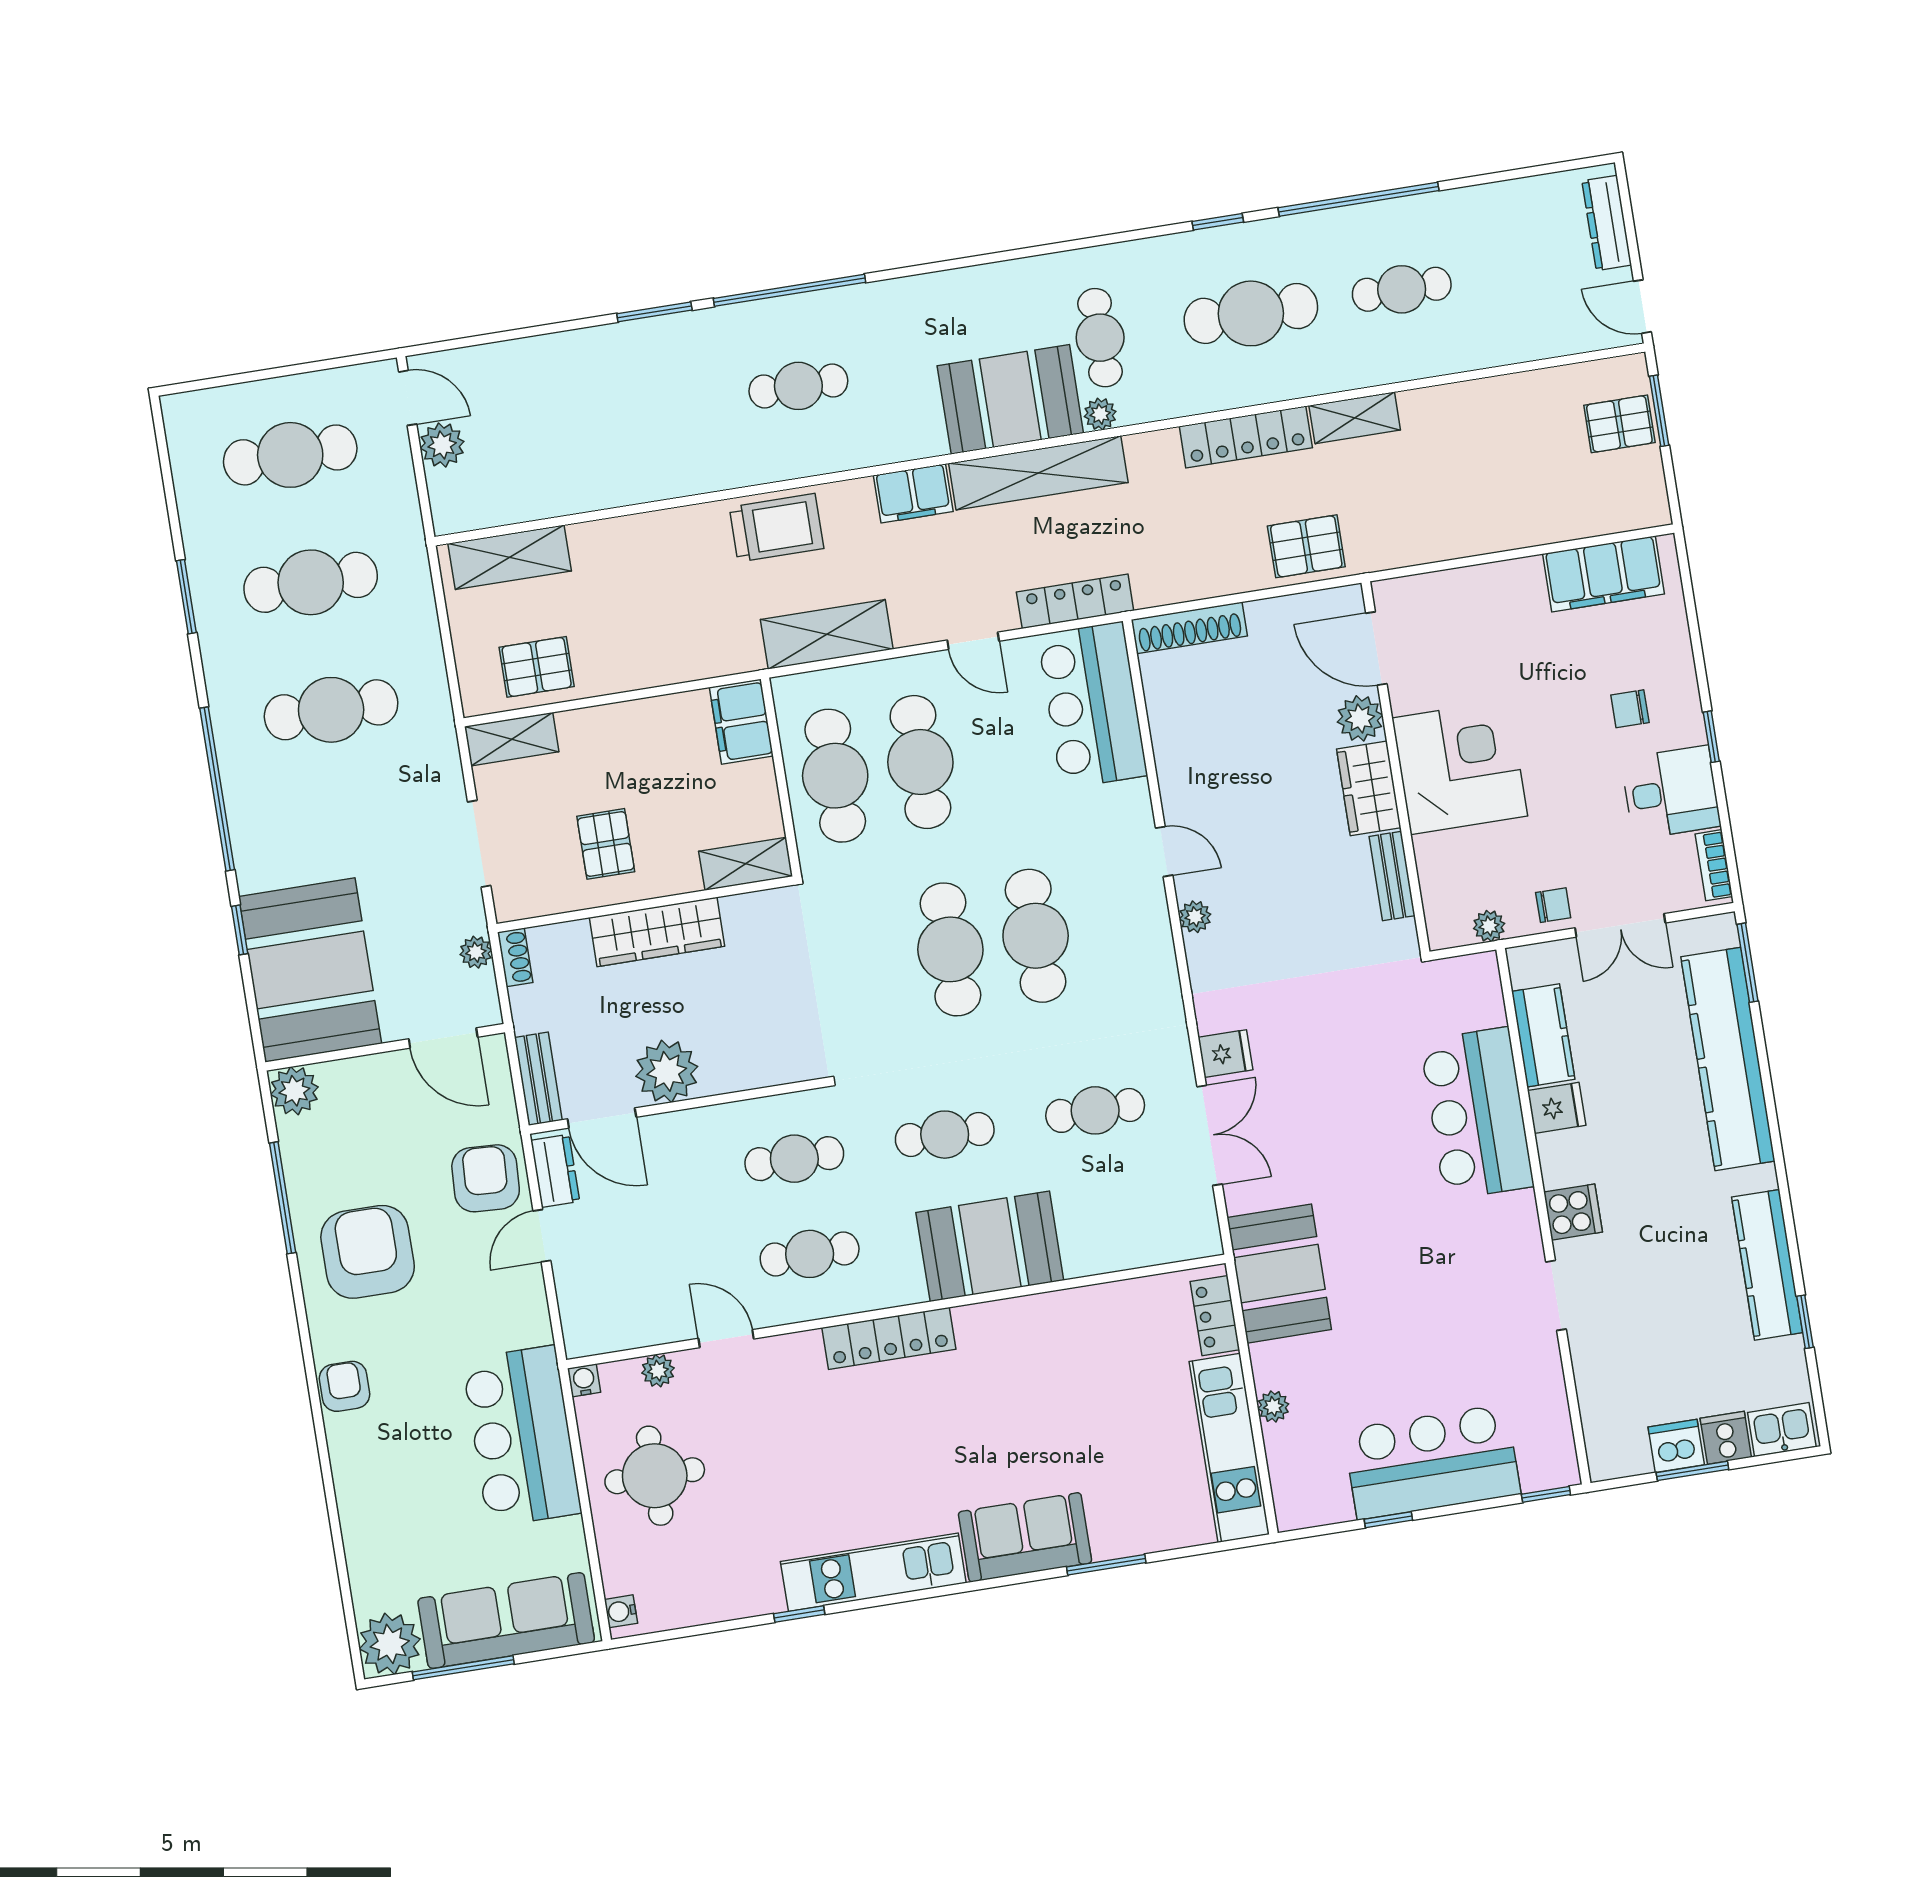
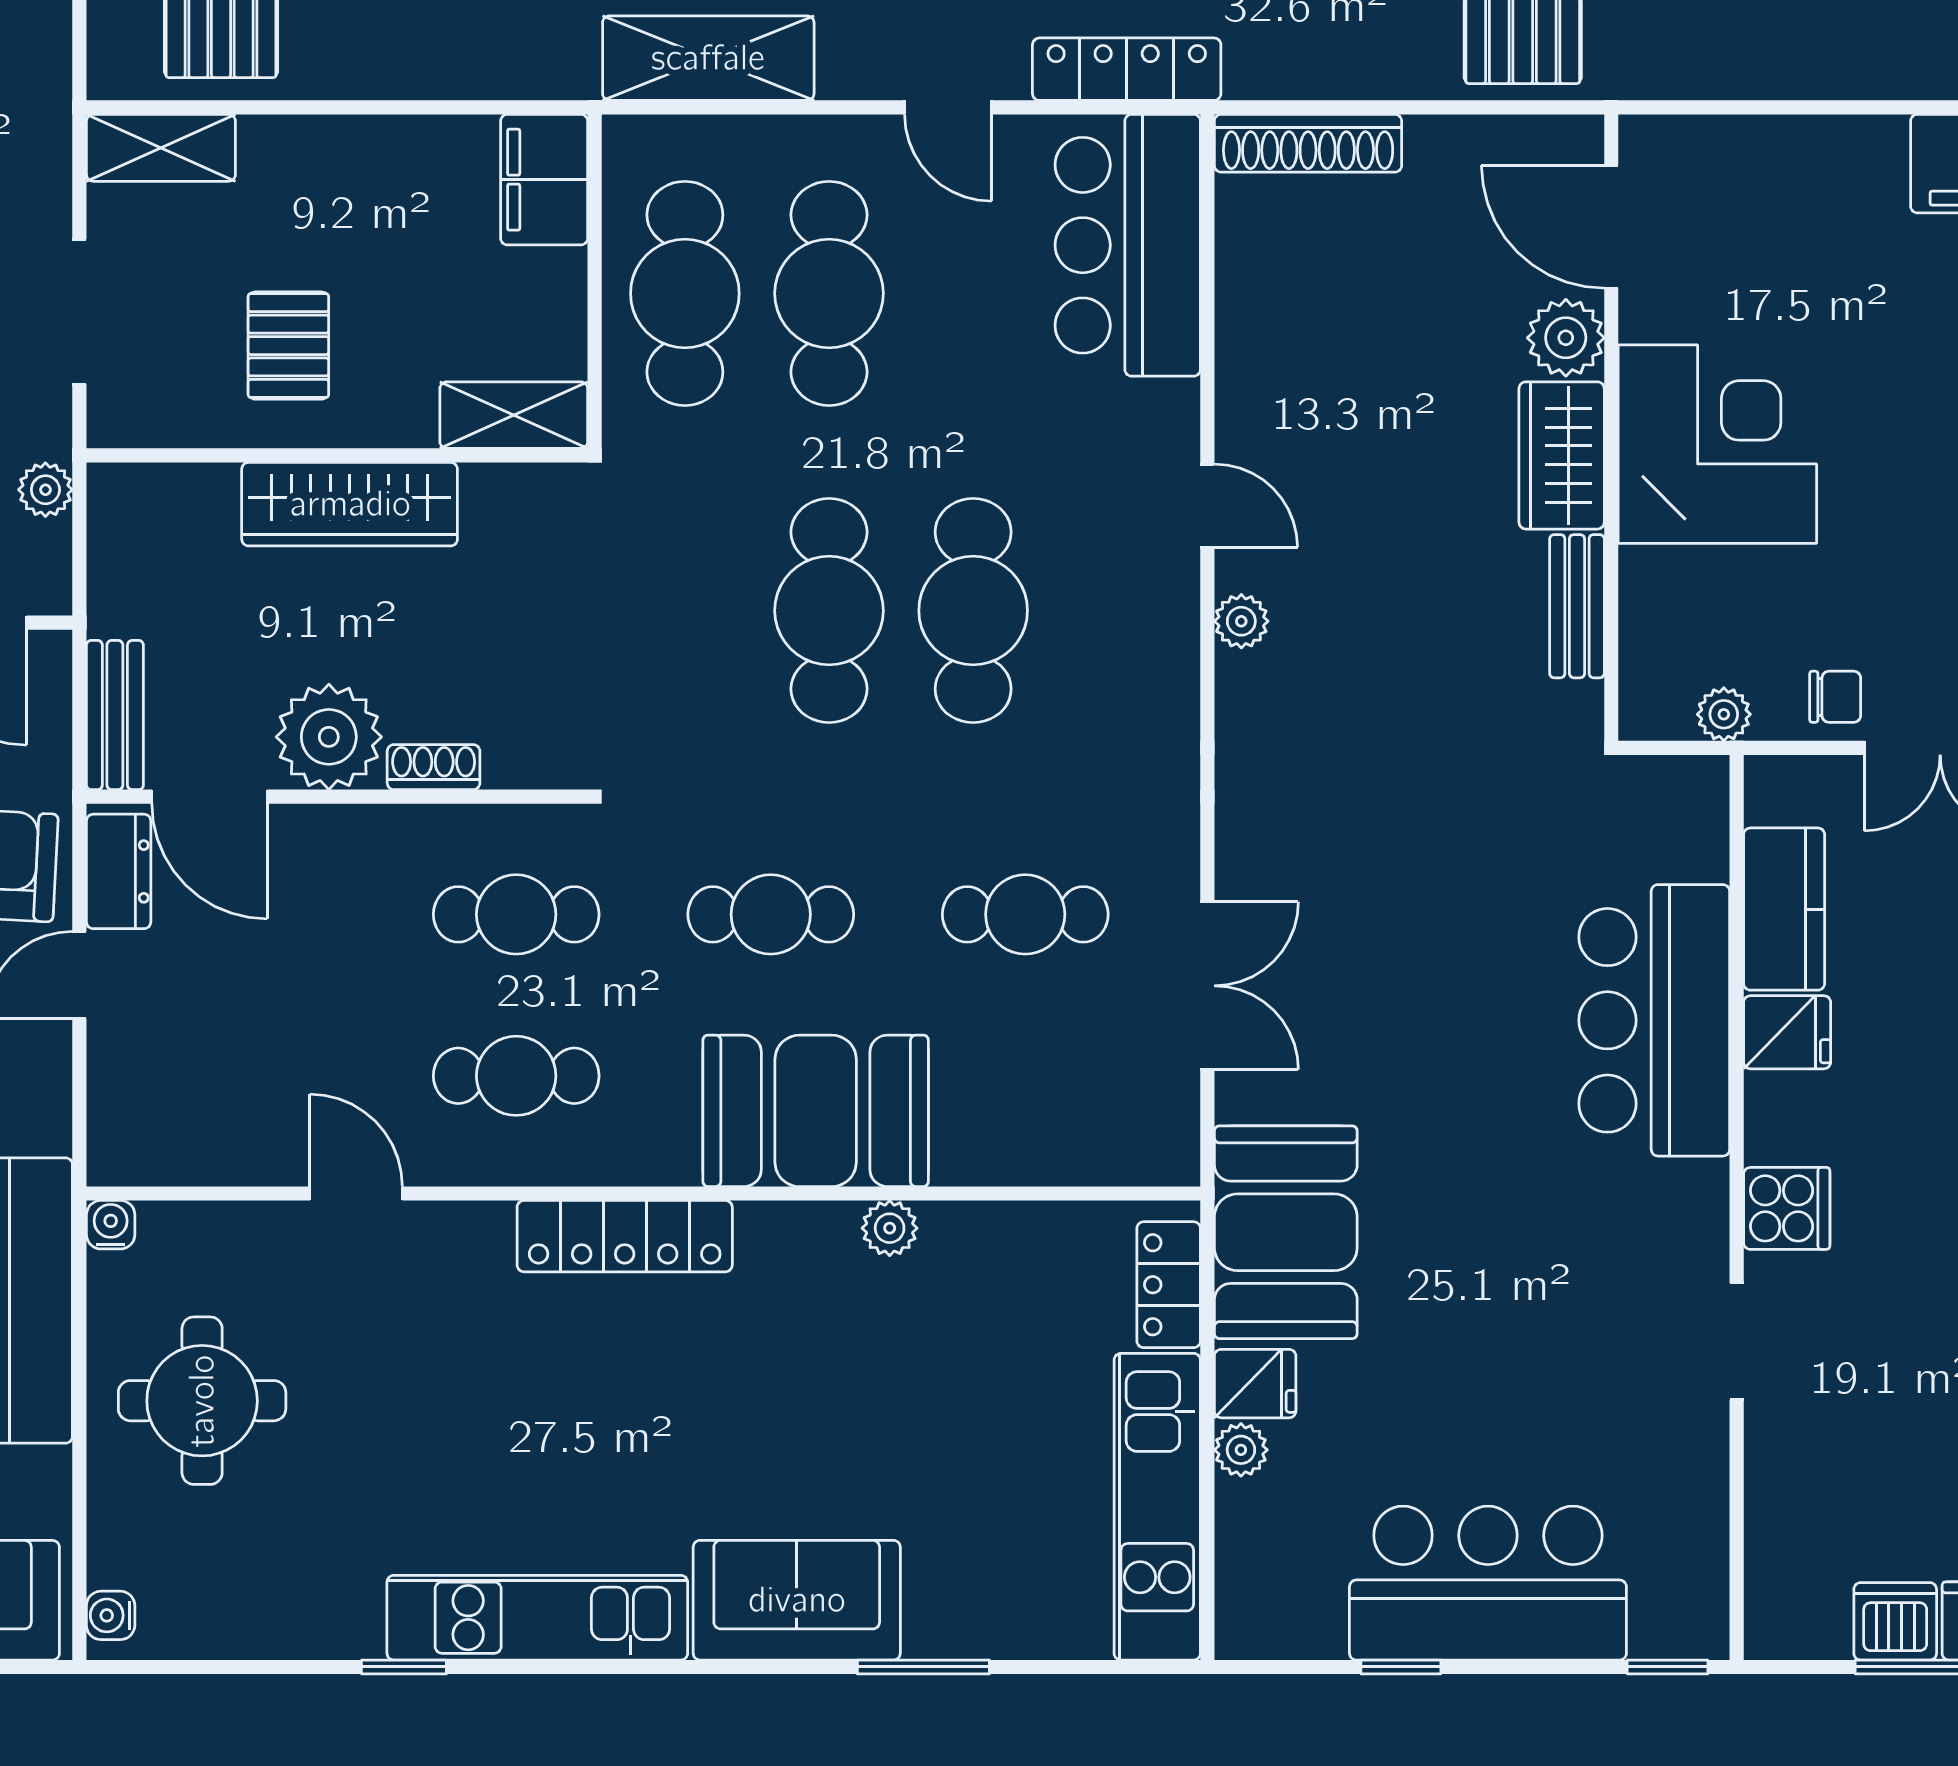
shoe rack: (515, 957) -> (434, 767), moved, turned -90
fridge: (1225, 1054) -> (1255, 1384), moved
plant: (658, 1371) -> (890, 1228), moved

